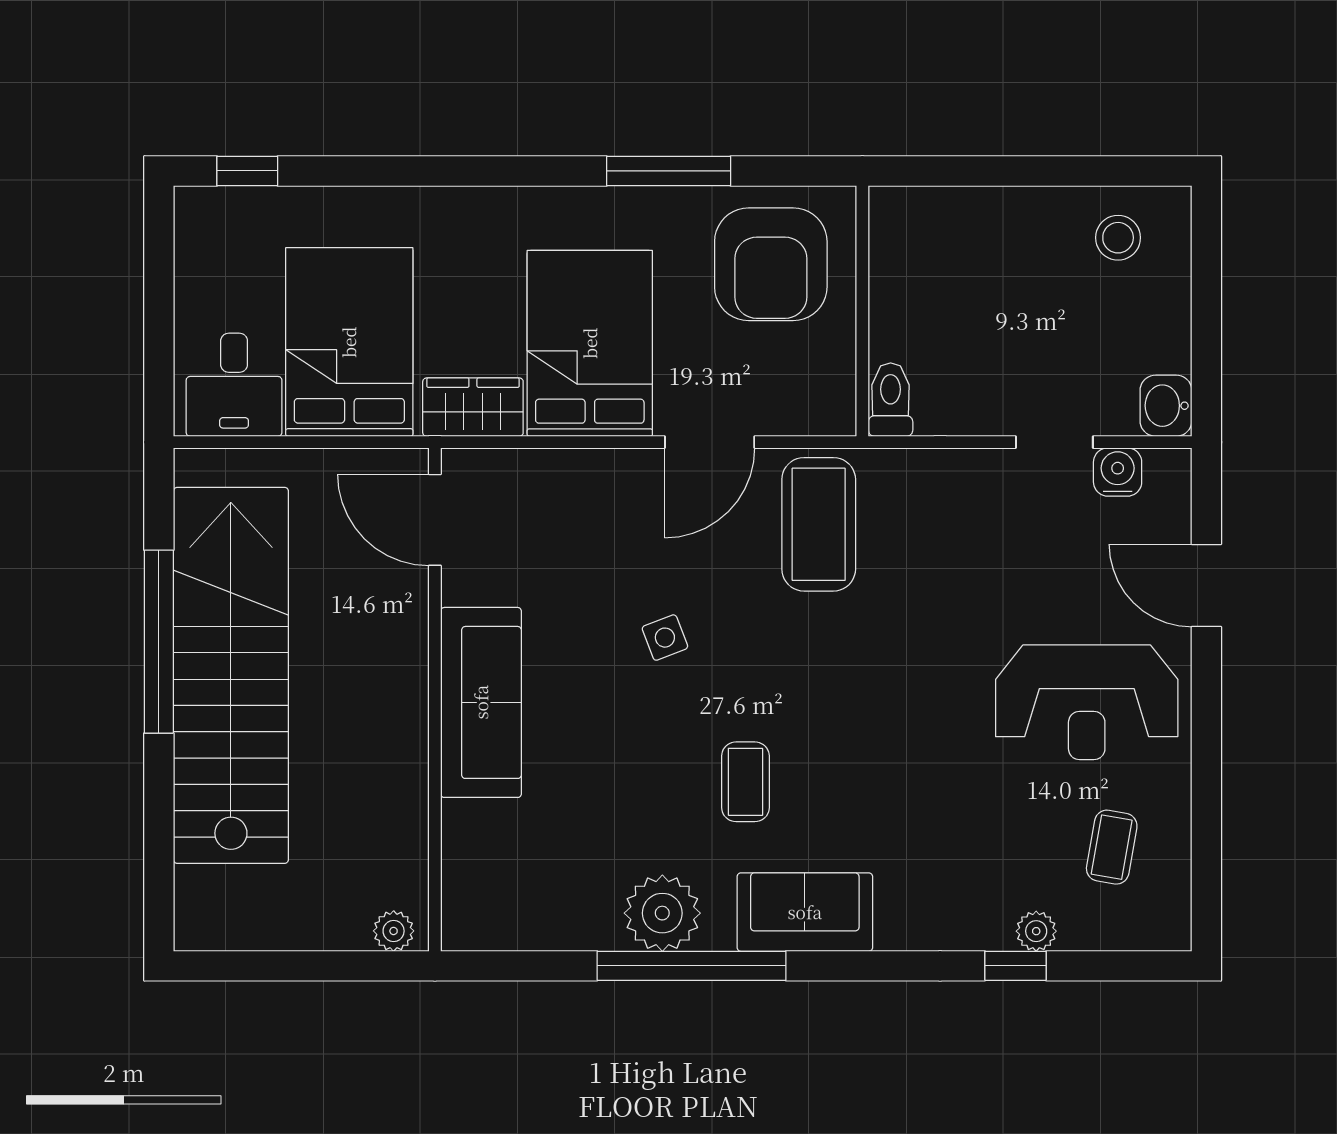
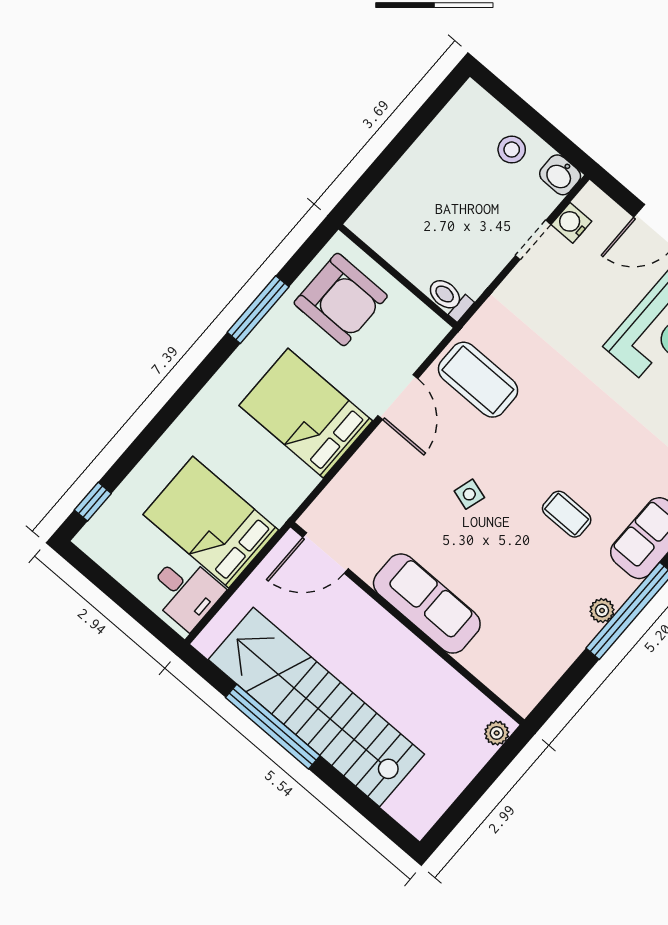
stool: (1118, 238) -> (512, 150), moved
wardrobe: (473, 407) -> (289, 491), removed
side table: (665, 638) -> (469, 494), turned 38
plant: (662, 913) -> (602, 610), width x0.53, depth x0.53

